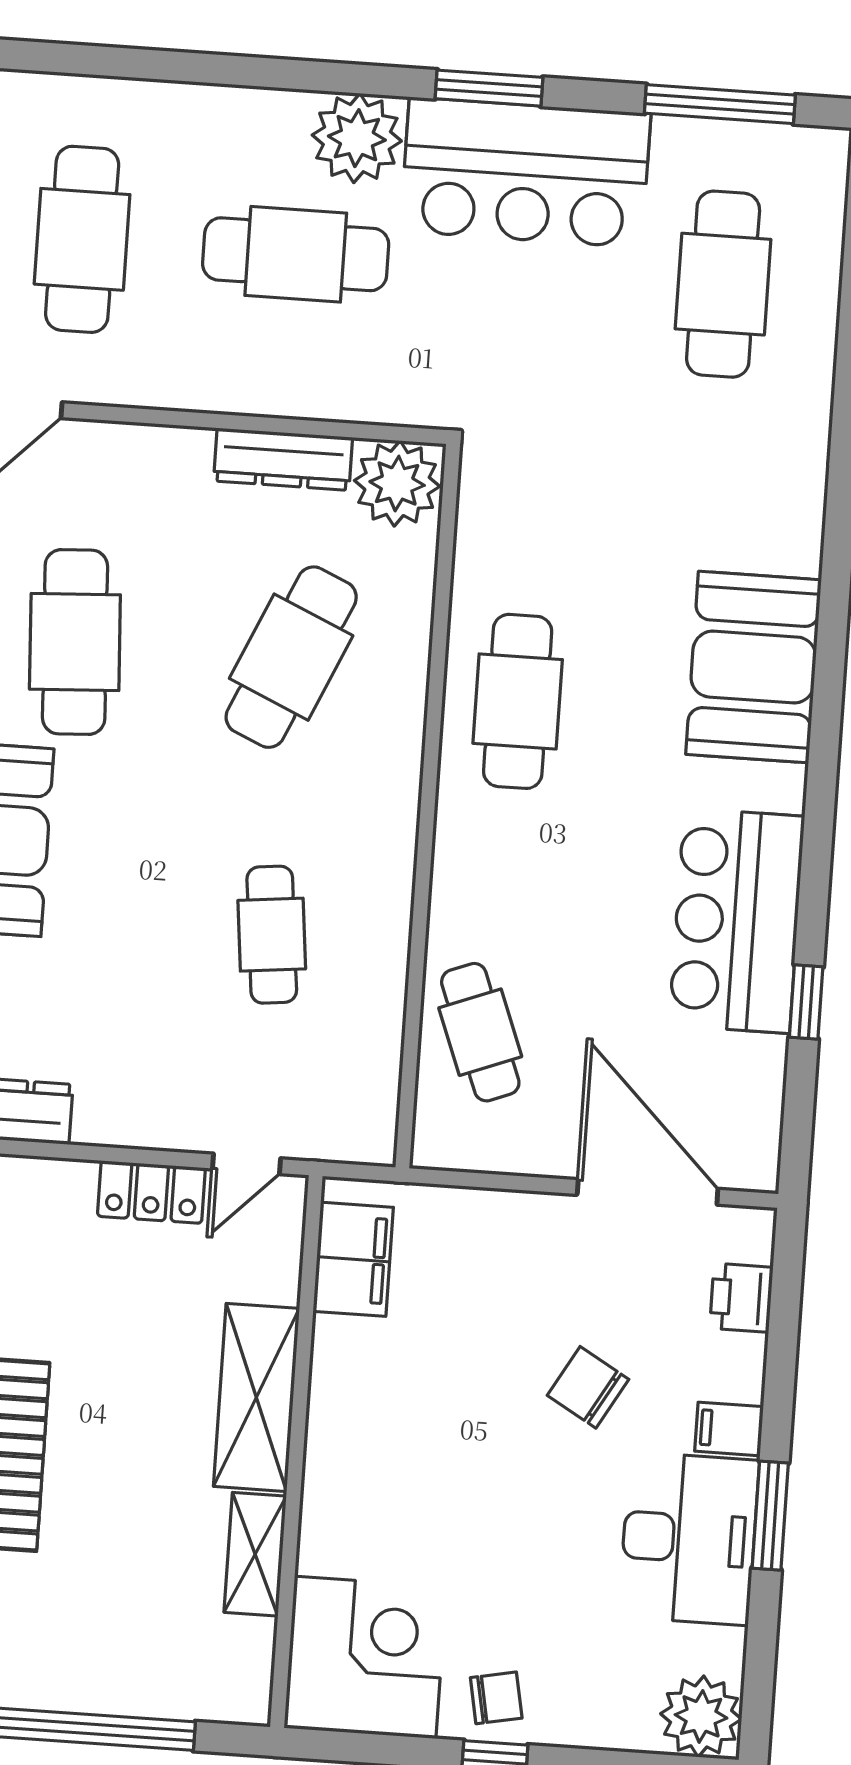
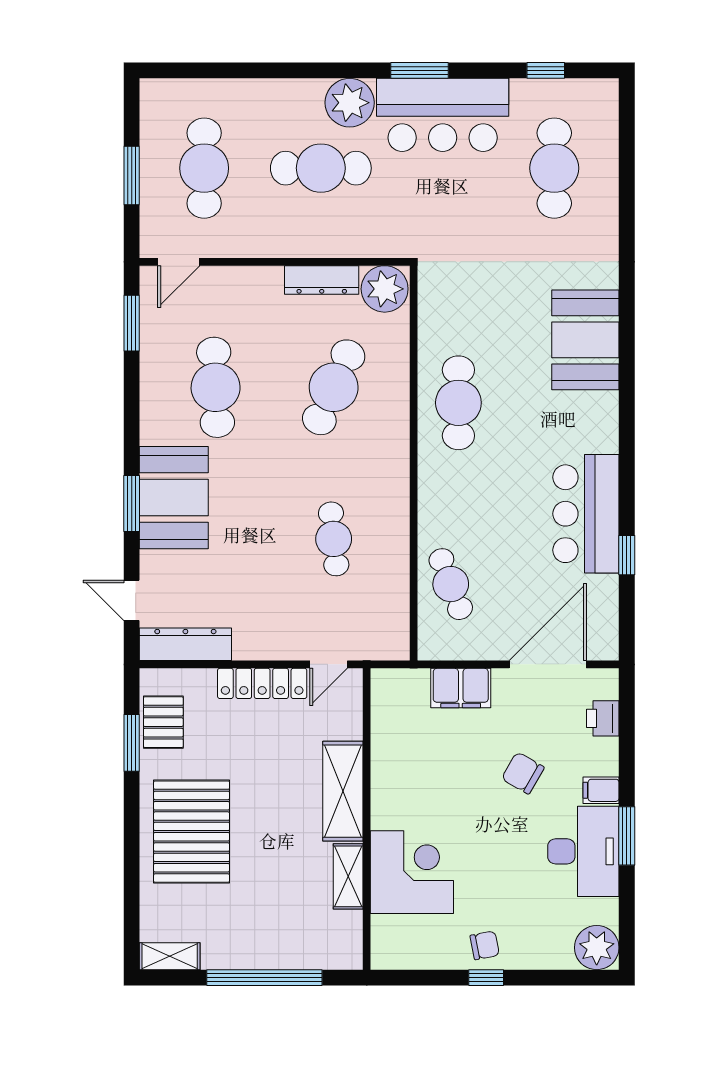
window: (720, 104) -> (546, 70), width x0.46
booth: (753, 667) -> (585, 340), moved
locker: (151, 1192) -> (262, 683), width x1.53
door: (648, 1192) -> (548, 664), hinge flipped
filing cabinet: (353, 1259) -> (461, 688), moved, turned 90
corner desk: (365, 1657) -> (412, 872), moved

